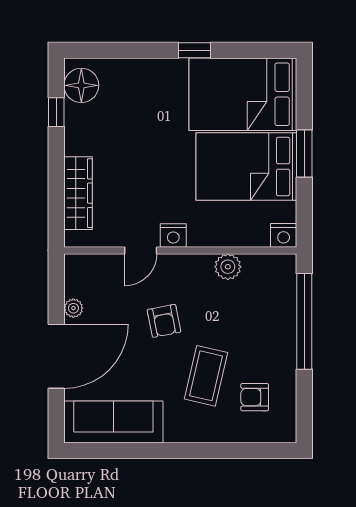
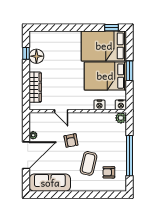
window: (195, 50) -> (112, 28), moved
floor lamp: (81, 85) -> (36, 56), moved
nightstand: (173, 236) -> (99, 105), moved
door: (141, 250) -> (61, 111), hinge flipped
plant: (228, 267) -> (121, 118), moved
window: (304, 321) -> (129, 156), moved

